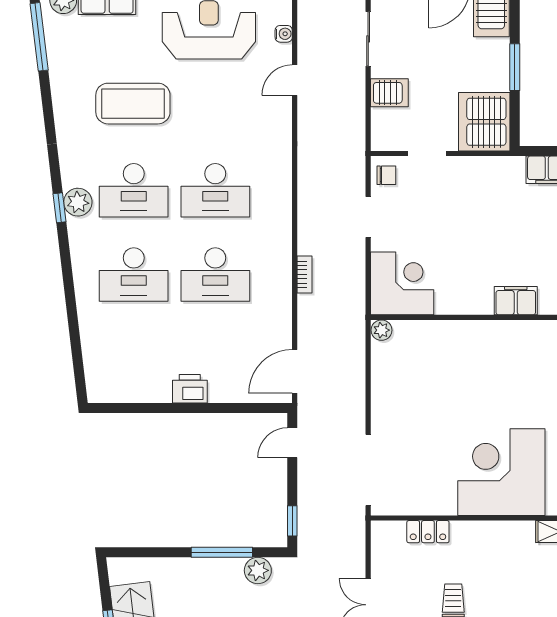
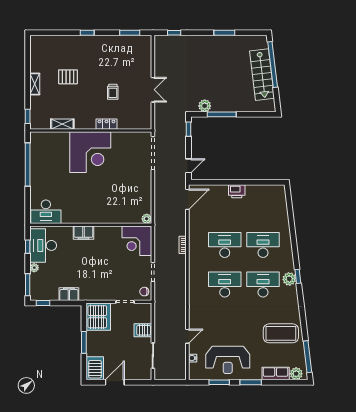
coffee table: (133, 104) -> (281, 333), moved
locker: (428, 532) -> (106, 124), moved

